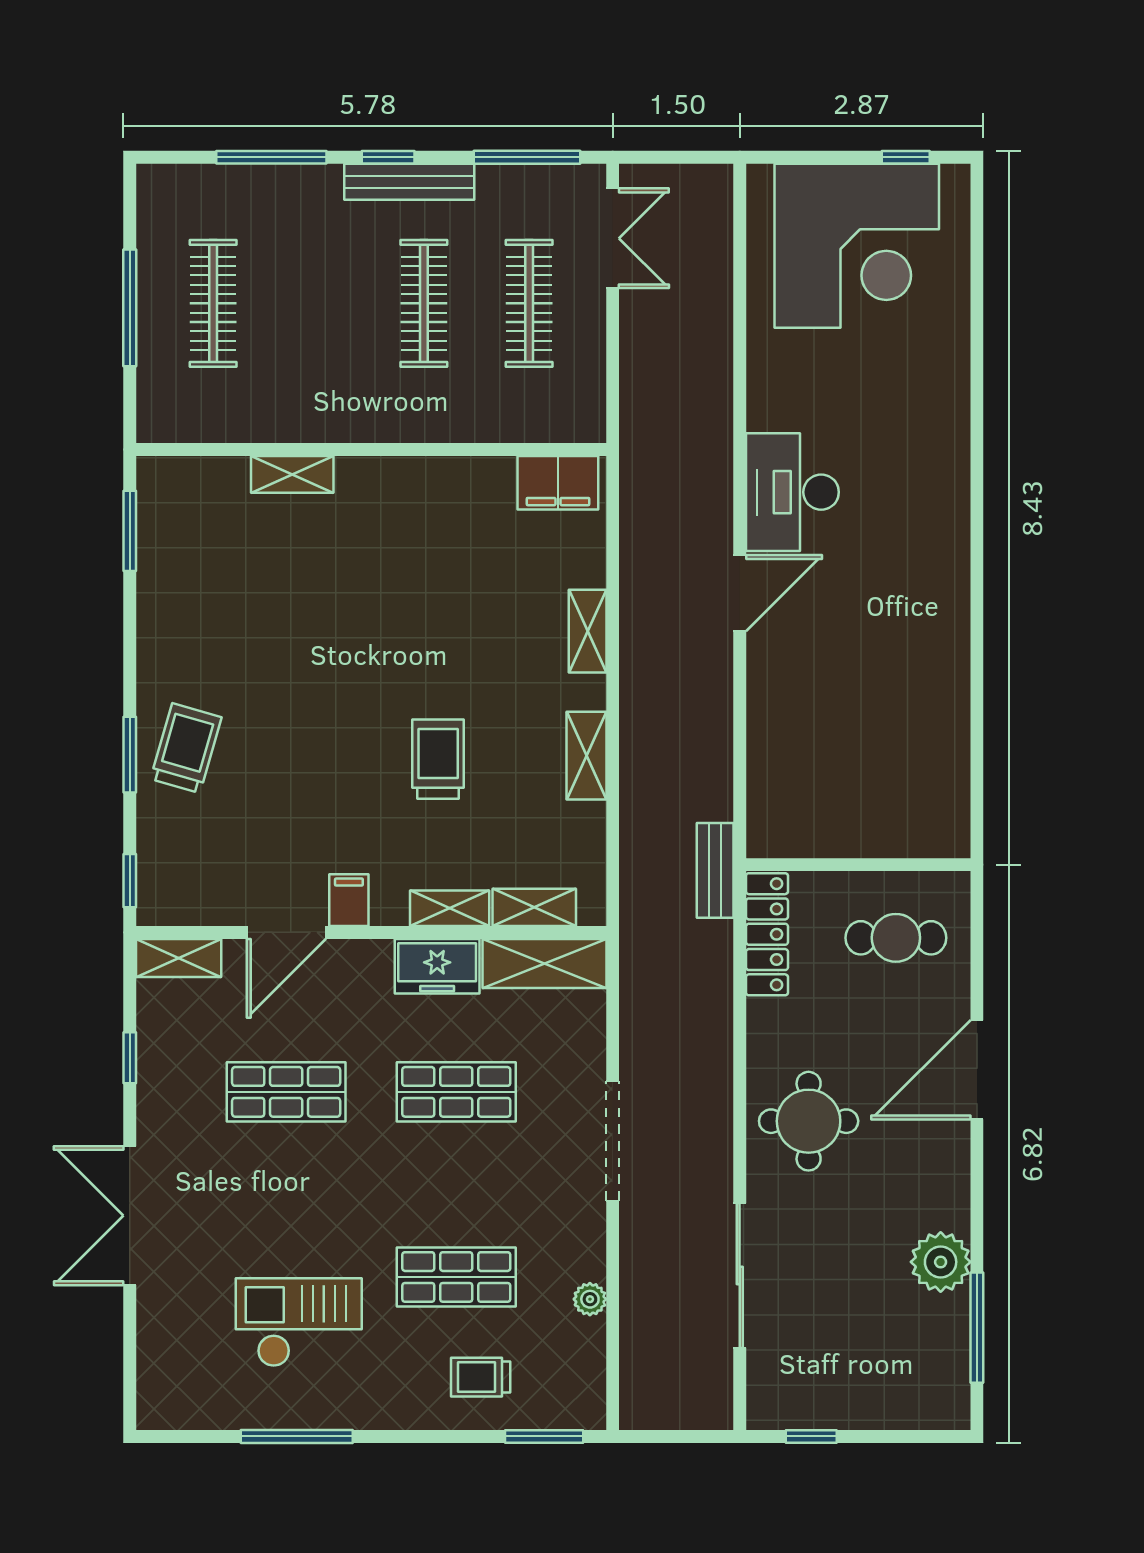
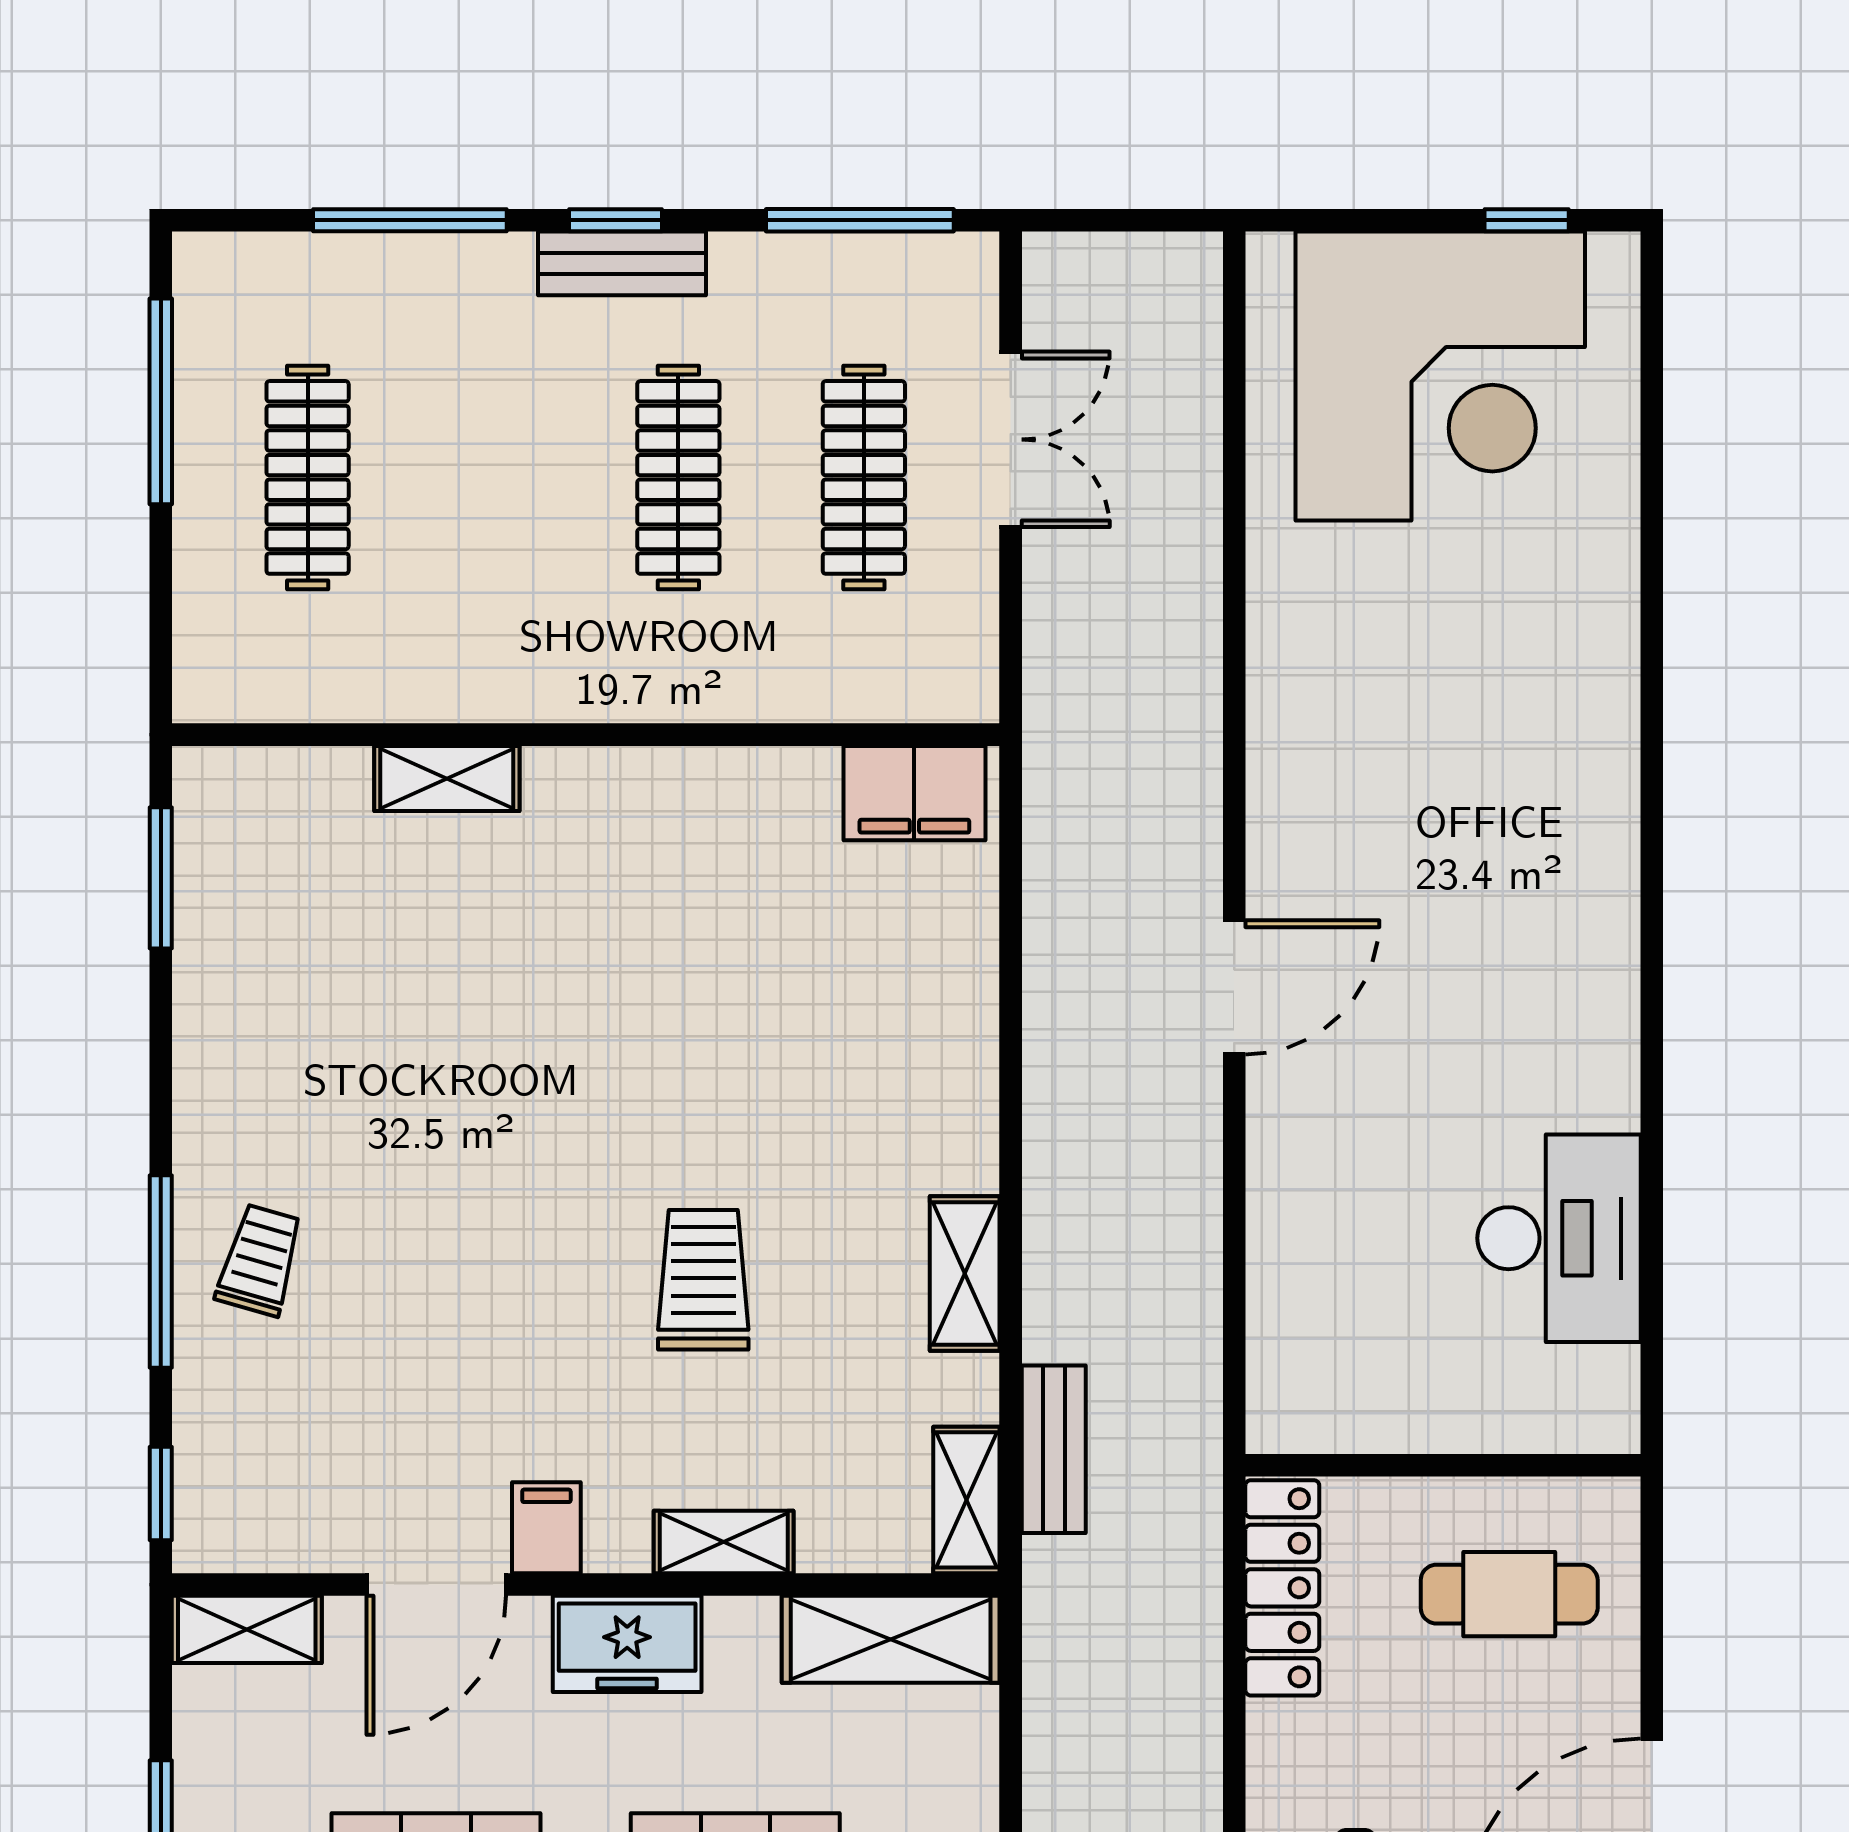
bench: (409, 182) -> (622, 263), width x0.73
double door: (613, 238) -> (1011, 439), moved
window: (130, 308) -> (161, 401), moved
desk: (792, 492) -> (1559, 1238), moved, turned 180
shelving: (588, 631) -> (967, 1054), removed
trolley: (186, 748) -> (260, 1260), width x0.73, depth x0.72
window: (130, 755) -> (161, 1271), width x1.44
bench: (715, 870) -> (1054, 1449), moved
shelving: (534, 907) -> (966, 1500), moved, turned 90
freezer: (437, 966) -> (627, 1644), moved

